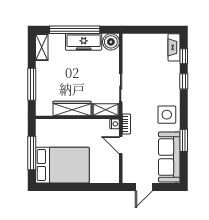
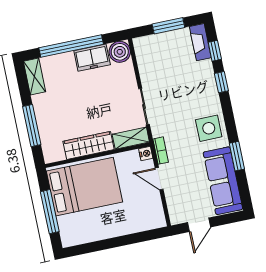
window: (152, 30) -> (168, 26), added
freezer: (84, 42) -> (92, 58), width x0.71
bed: (62, 165) -> (84, 187), moved

